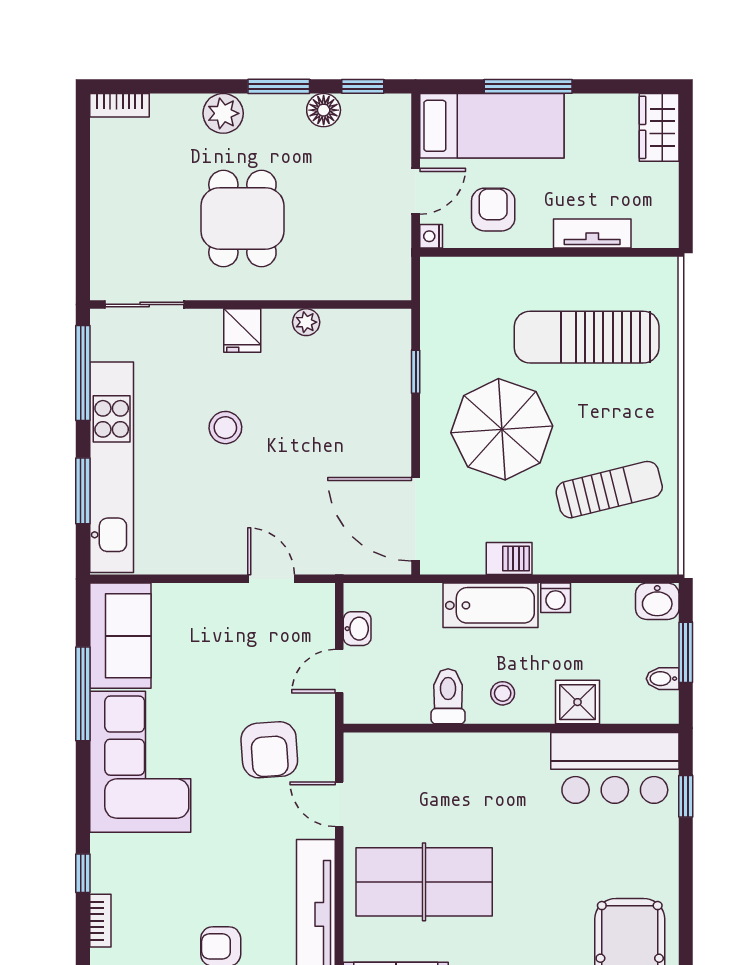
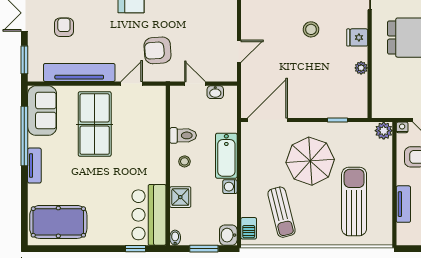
plant: (438, 275) -> (384, 131), added
barbecue: (509, 558) -> (249, 228), moved
bidet: (663, 679) -> (175, 238), moved

